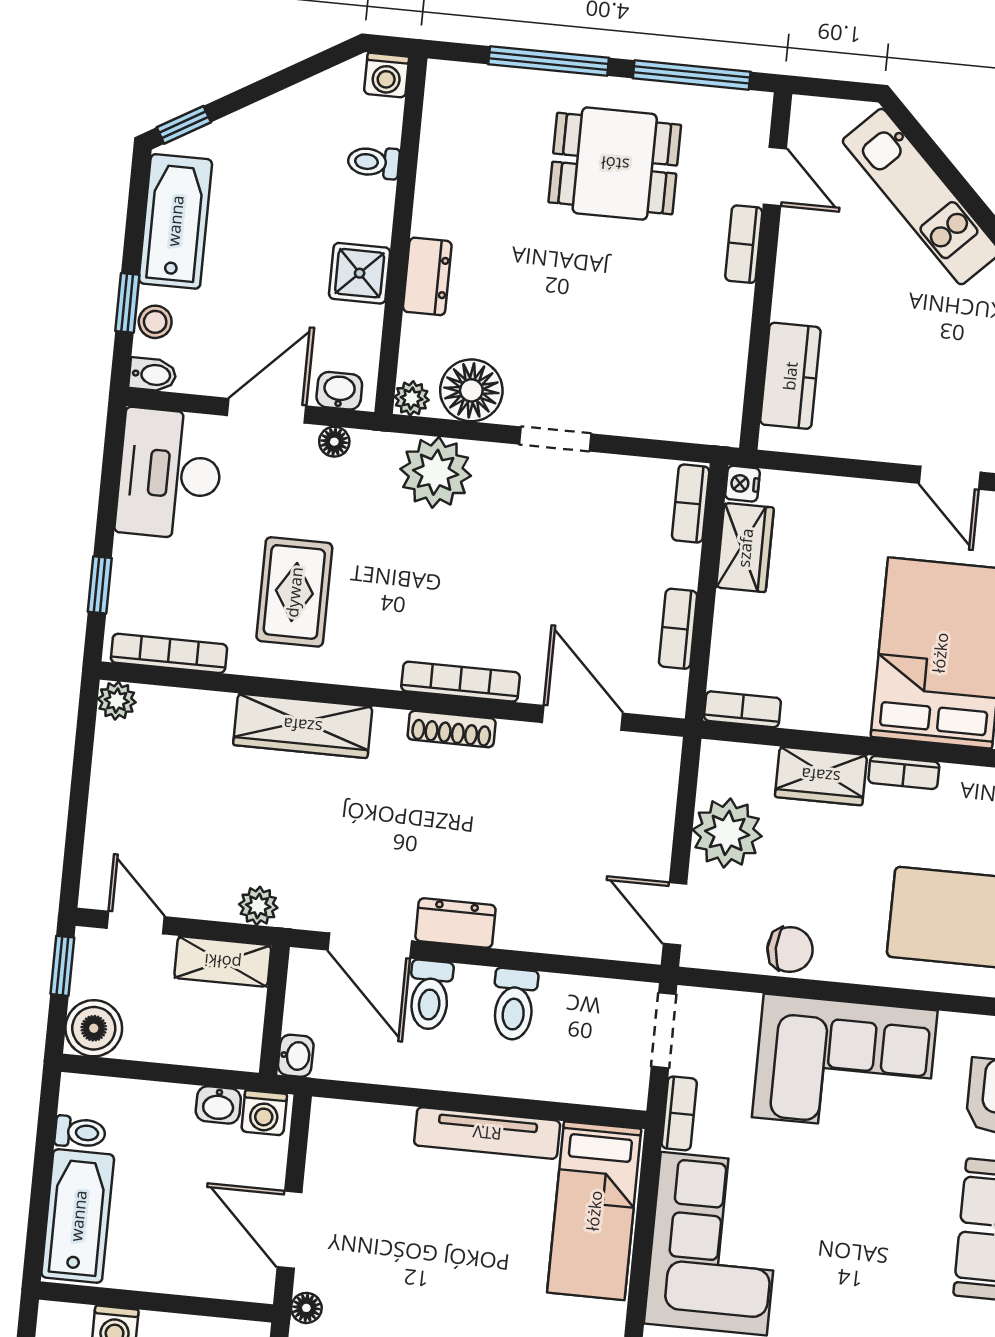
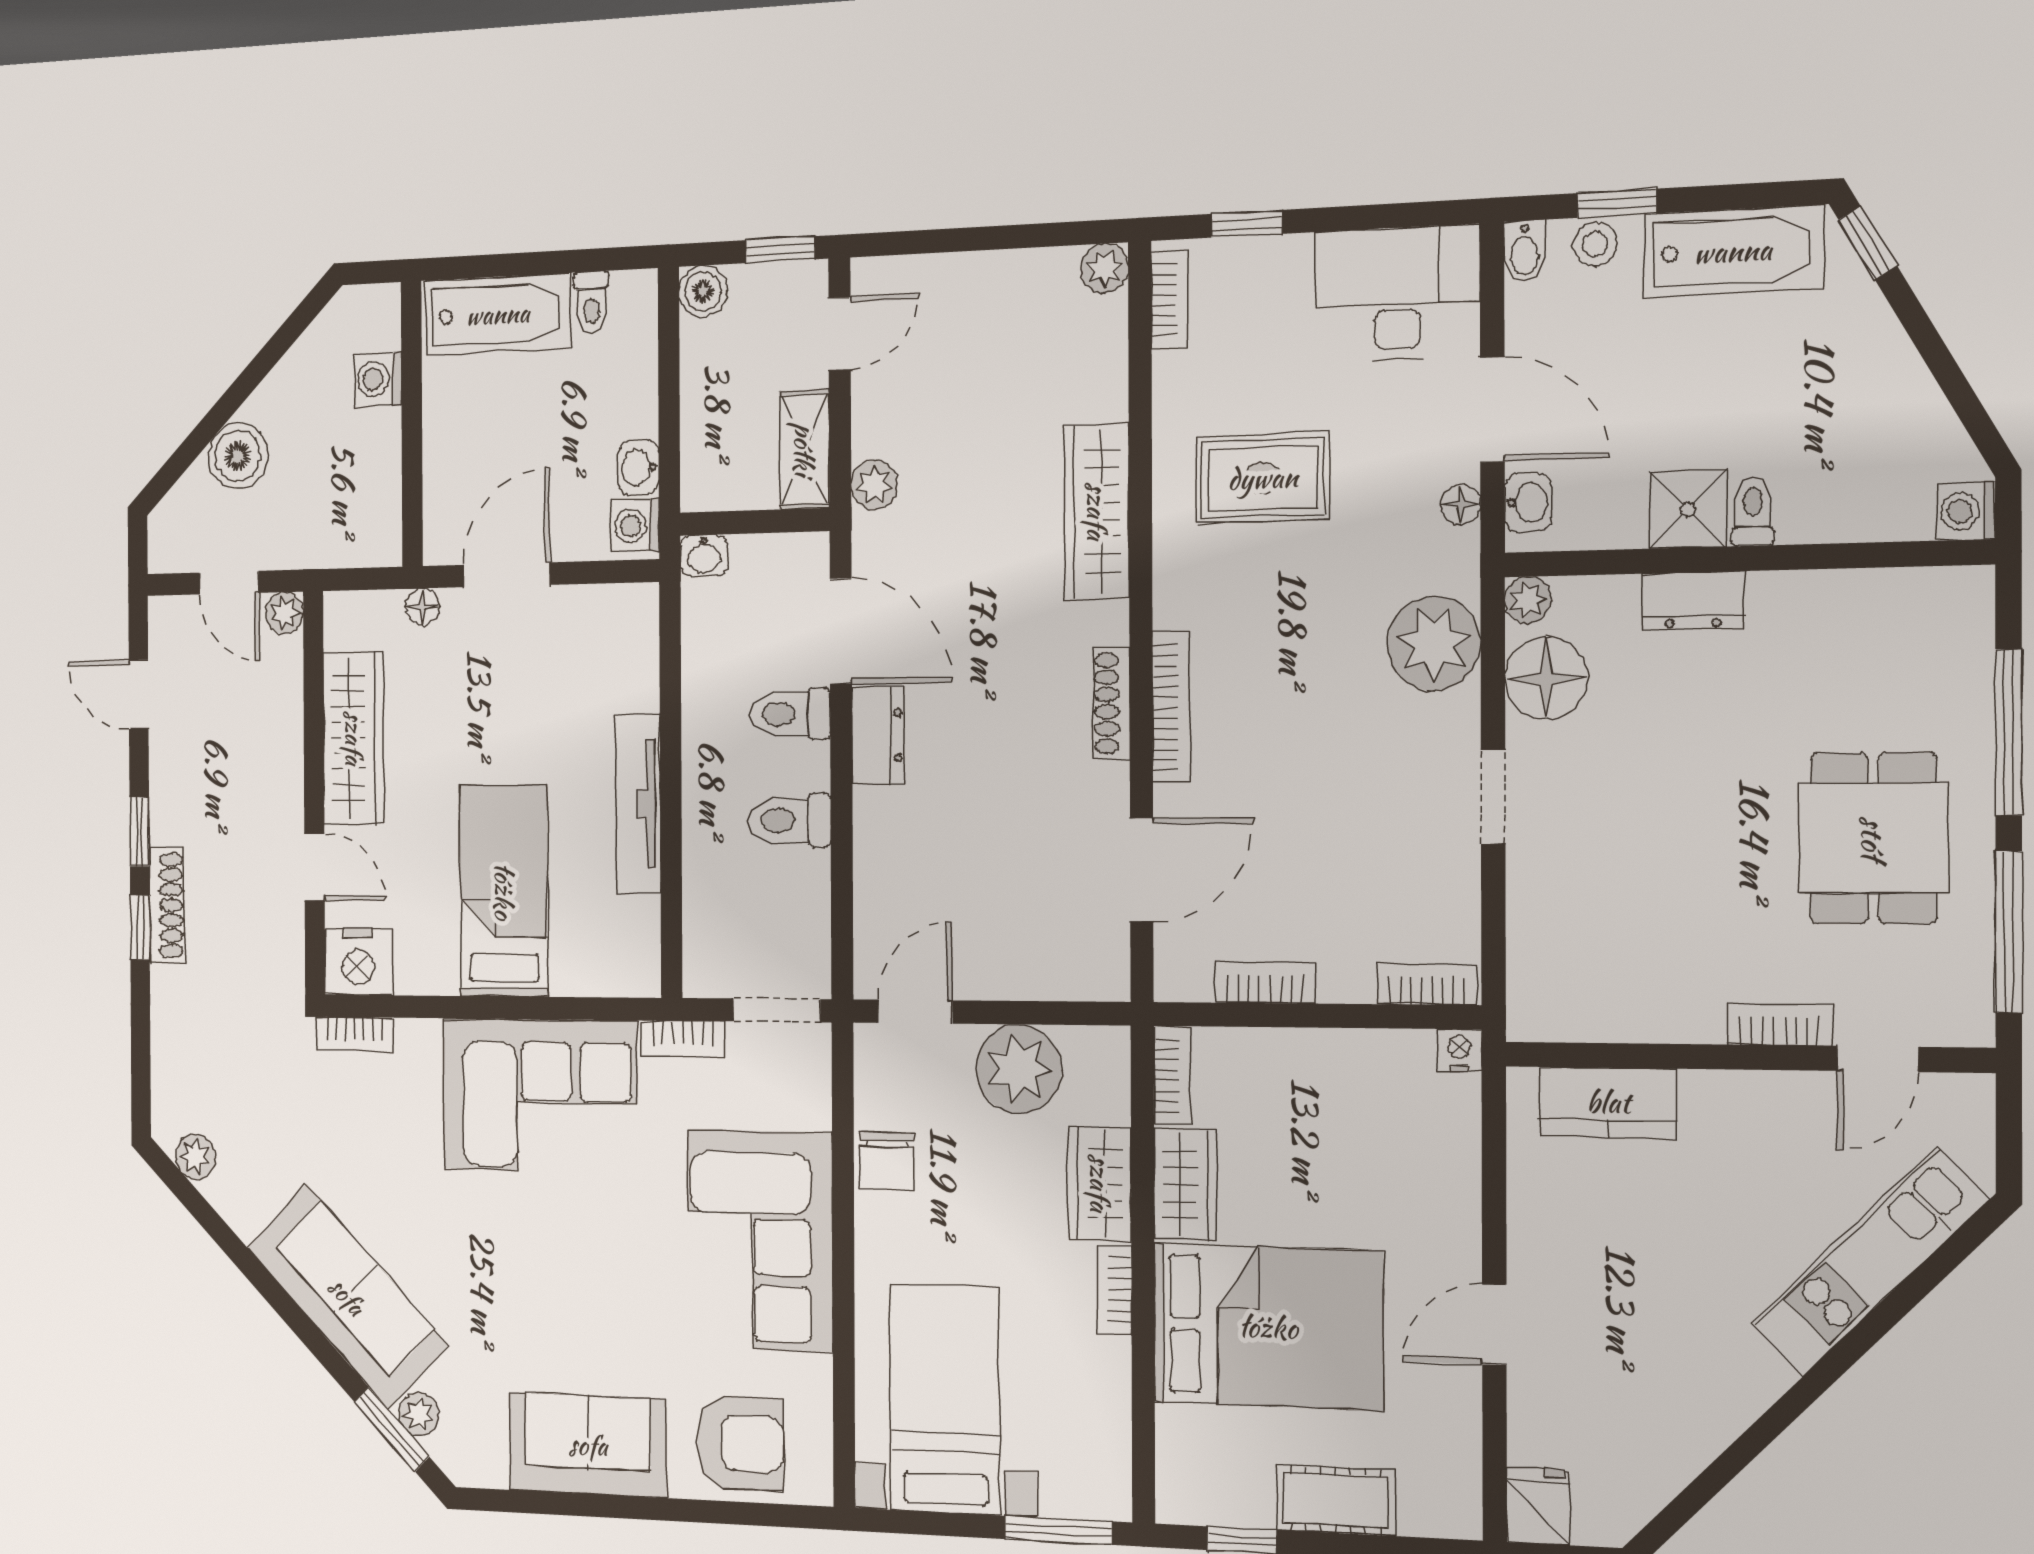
toilet: (374, 162) -> (1753, 511), moved
wardrobe: (745, 548) -> (1185, 1184), moved, turned -90
bookcase: (169, 653) -> (1170, 300), width x0.64
door: (370, 946) -> (841, 631), swing flipped
boiler: (94, 1028) -> (703, 291), width x0.73, depth x0.73
bed: (594, 1211) -> (504, 891), moved, turned 90

